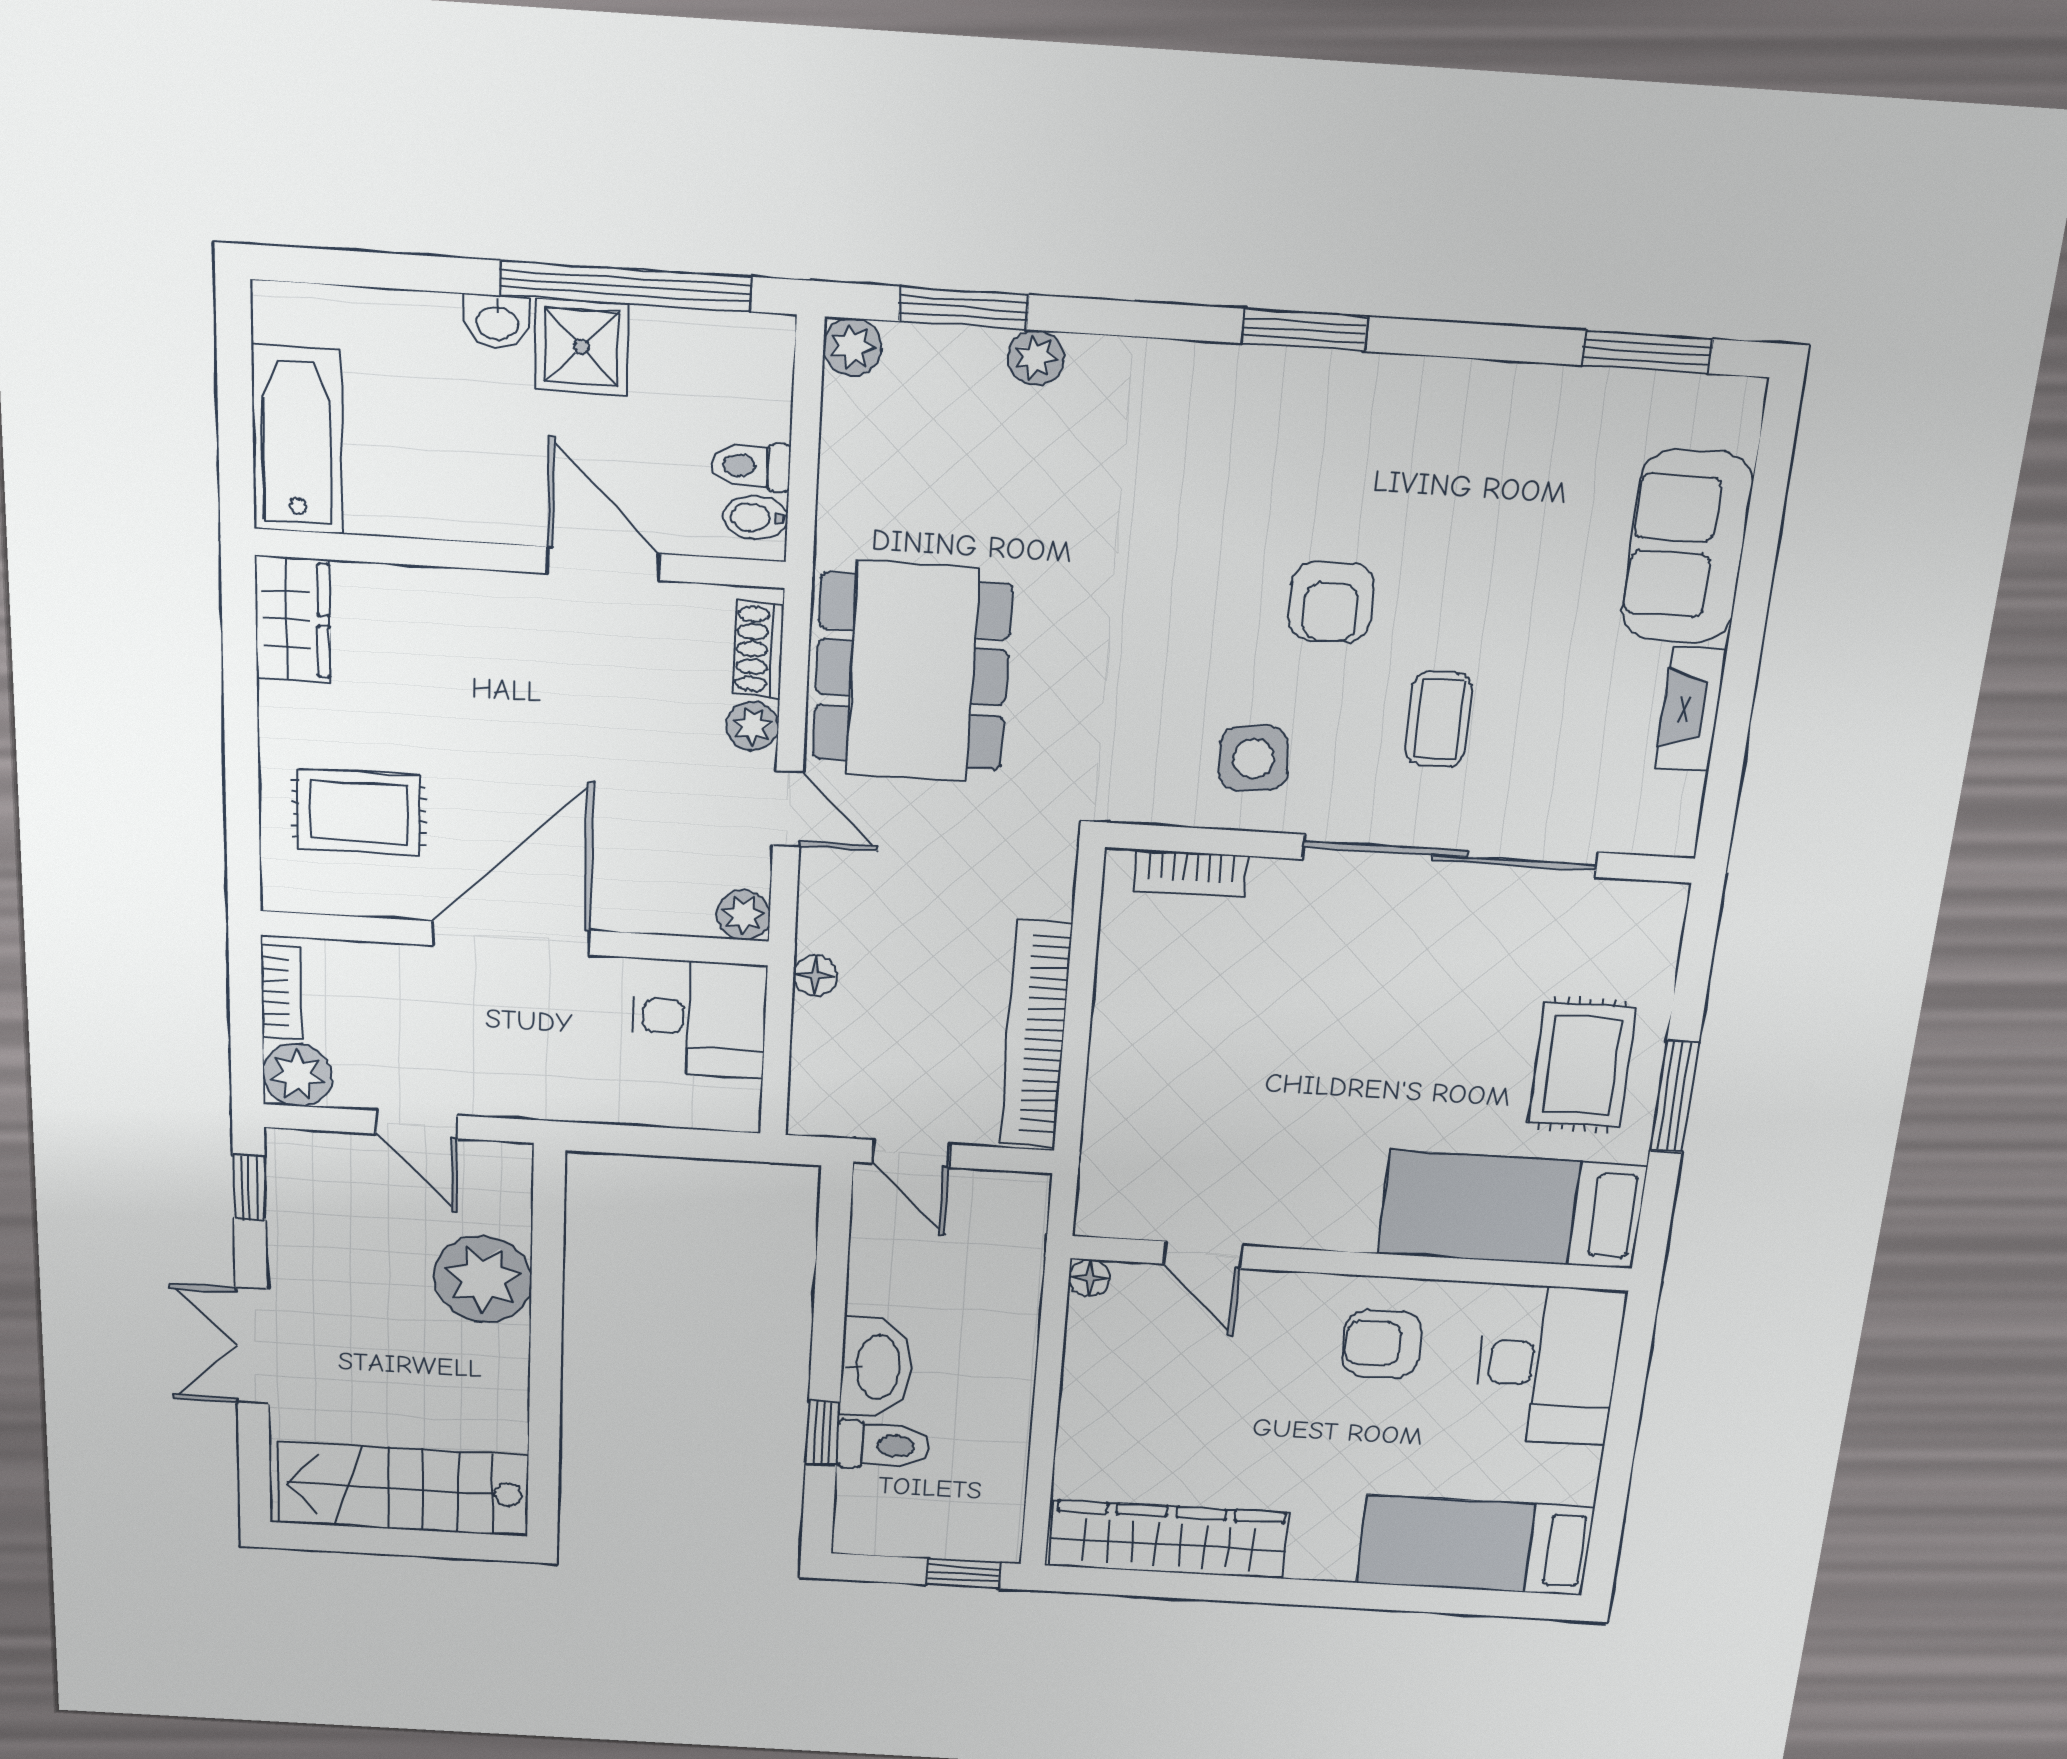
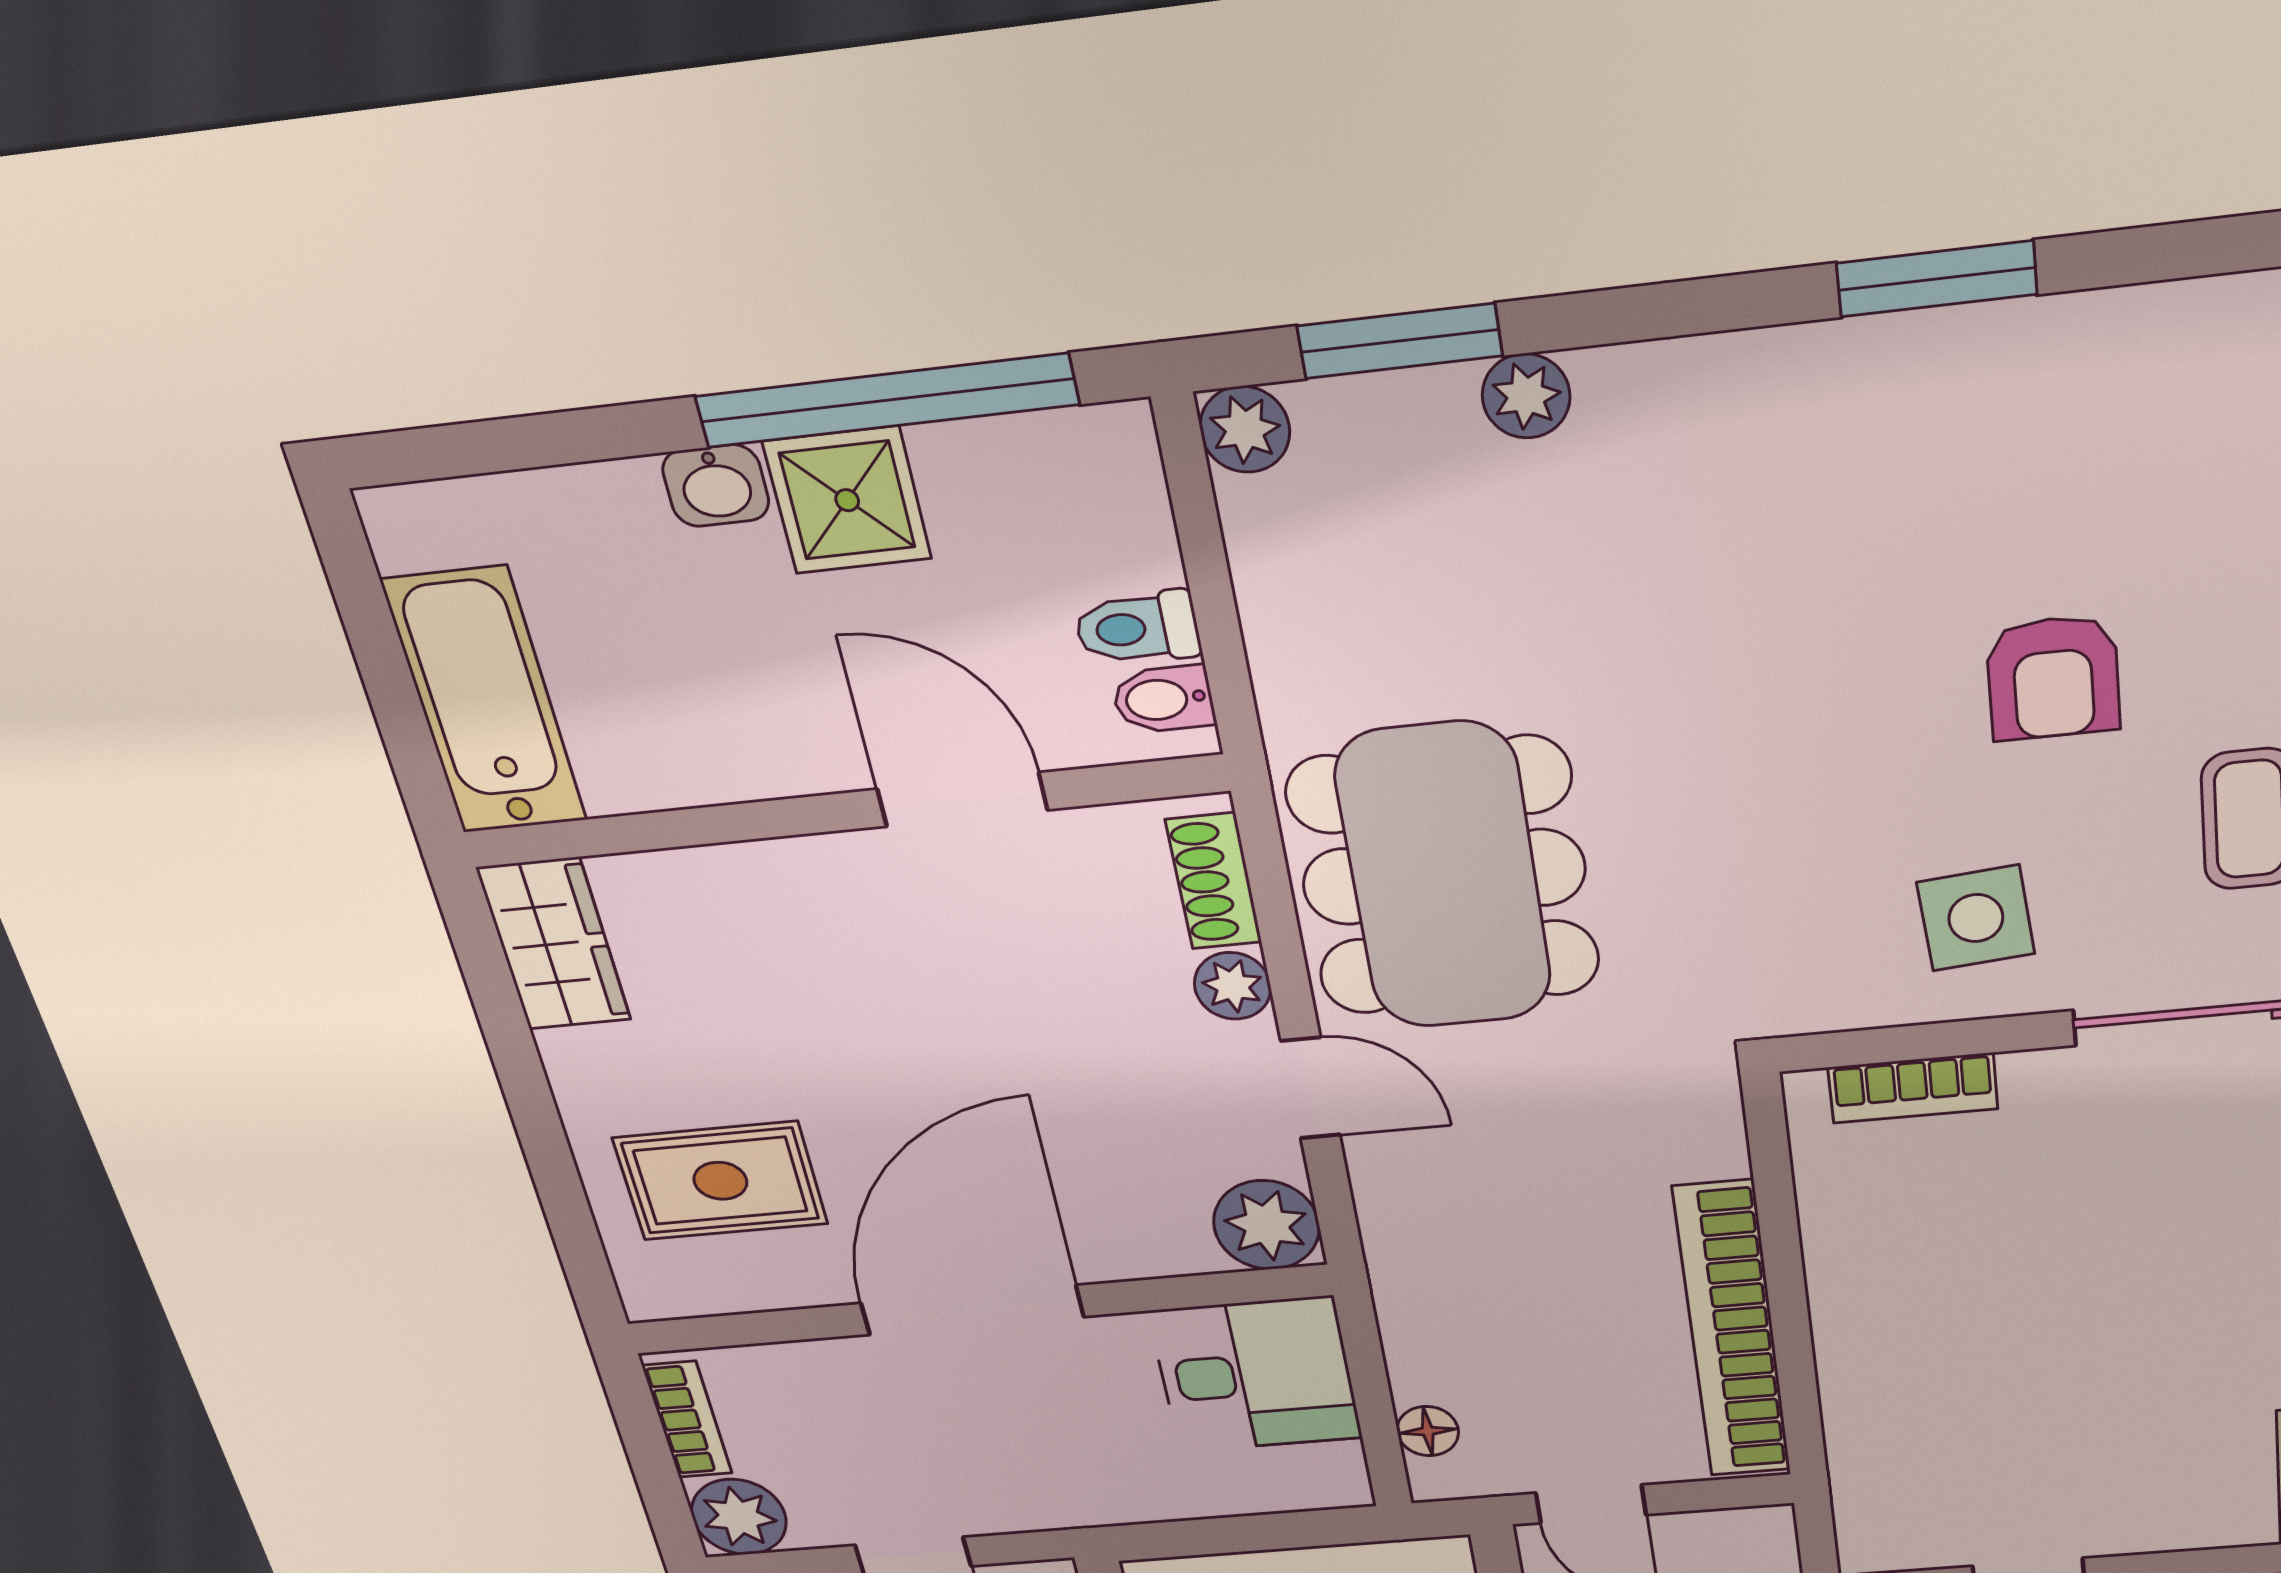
plant: (743, 915) -> (1266, 1225), width x1.38, depth x1.38
floor lamp: (815, 975) -> (1428, 1431), moved

